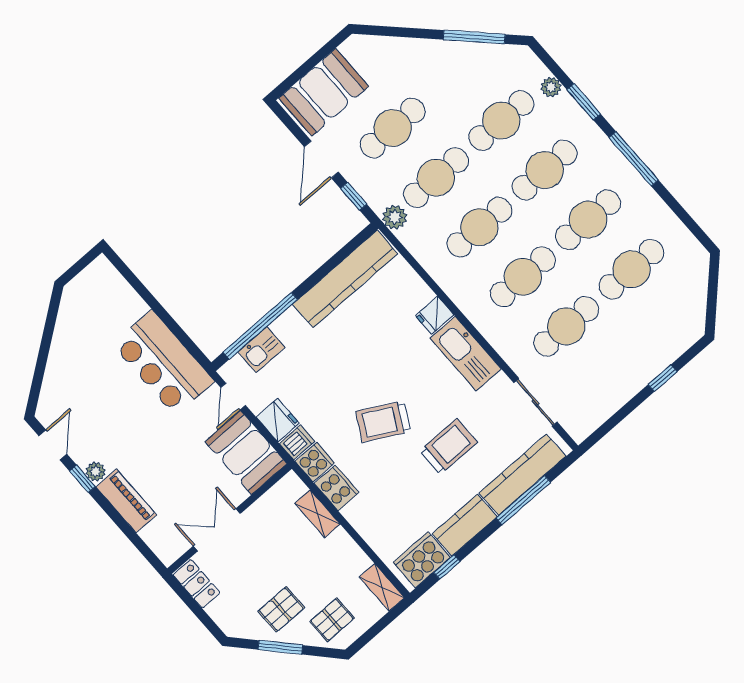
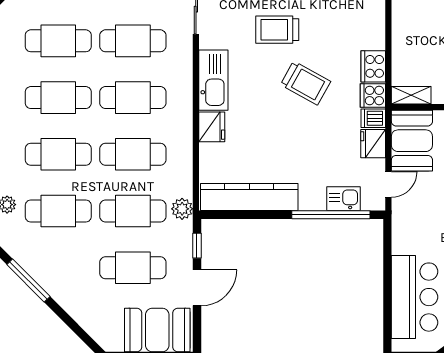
fridge: (435, 315) -> (212, 127), width x1.38
bar counter: (163, 363) -> (415, 297), moved
shelving: (317, 514) -> (411, 95), moved, turned 90

